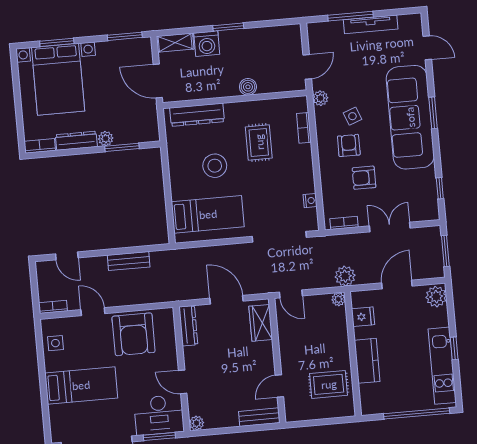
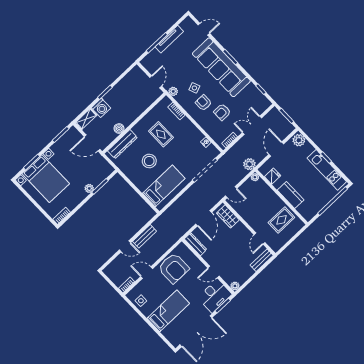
boiler: (248, 87) -> (119, 128), moved
dresser: (76, 141) -> (77, 200), removed
door: (67, 256) -> (125, 246), moved
door: (227, 300) -> (204, 218), swing flipped

